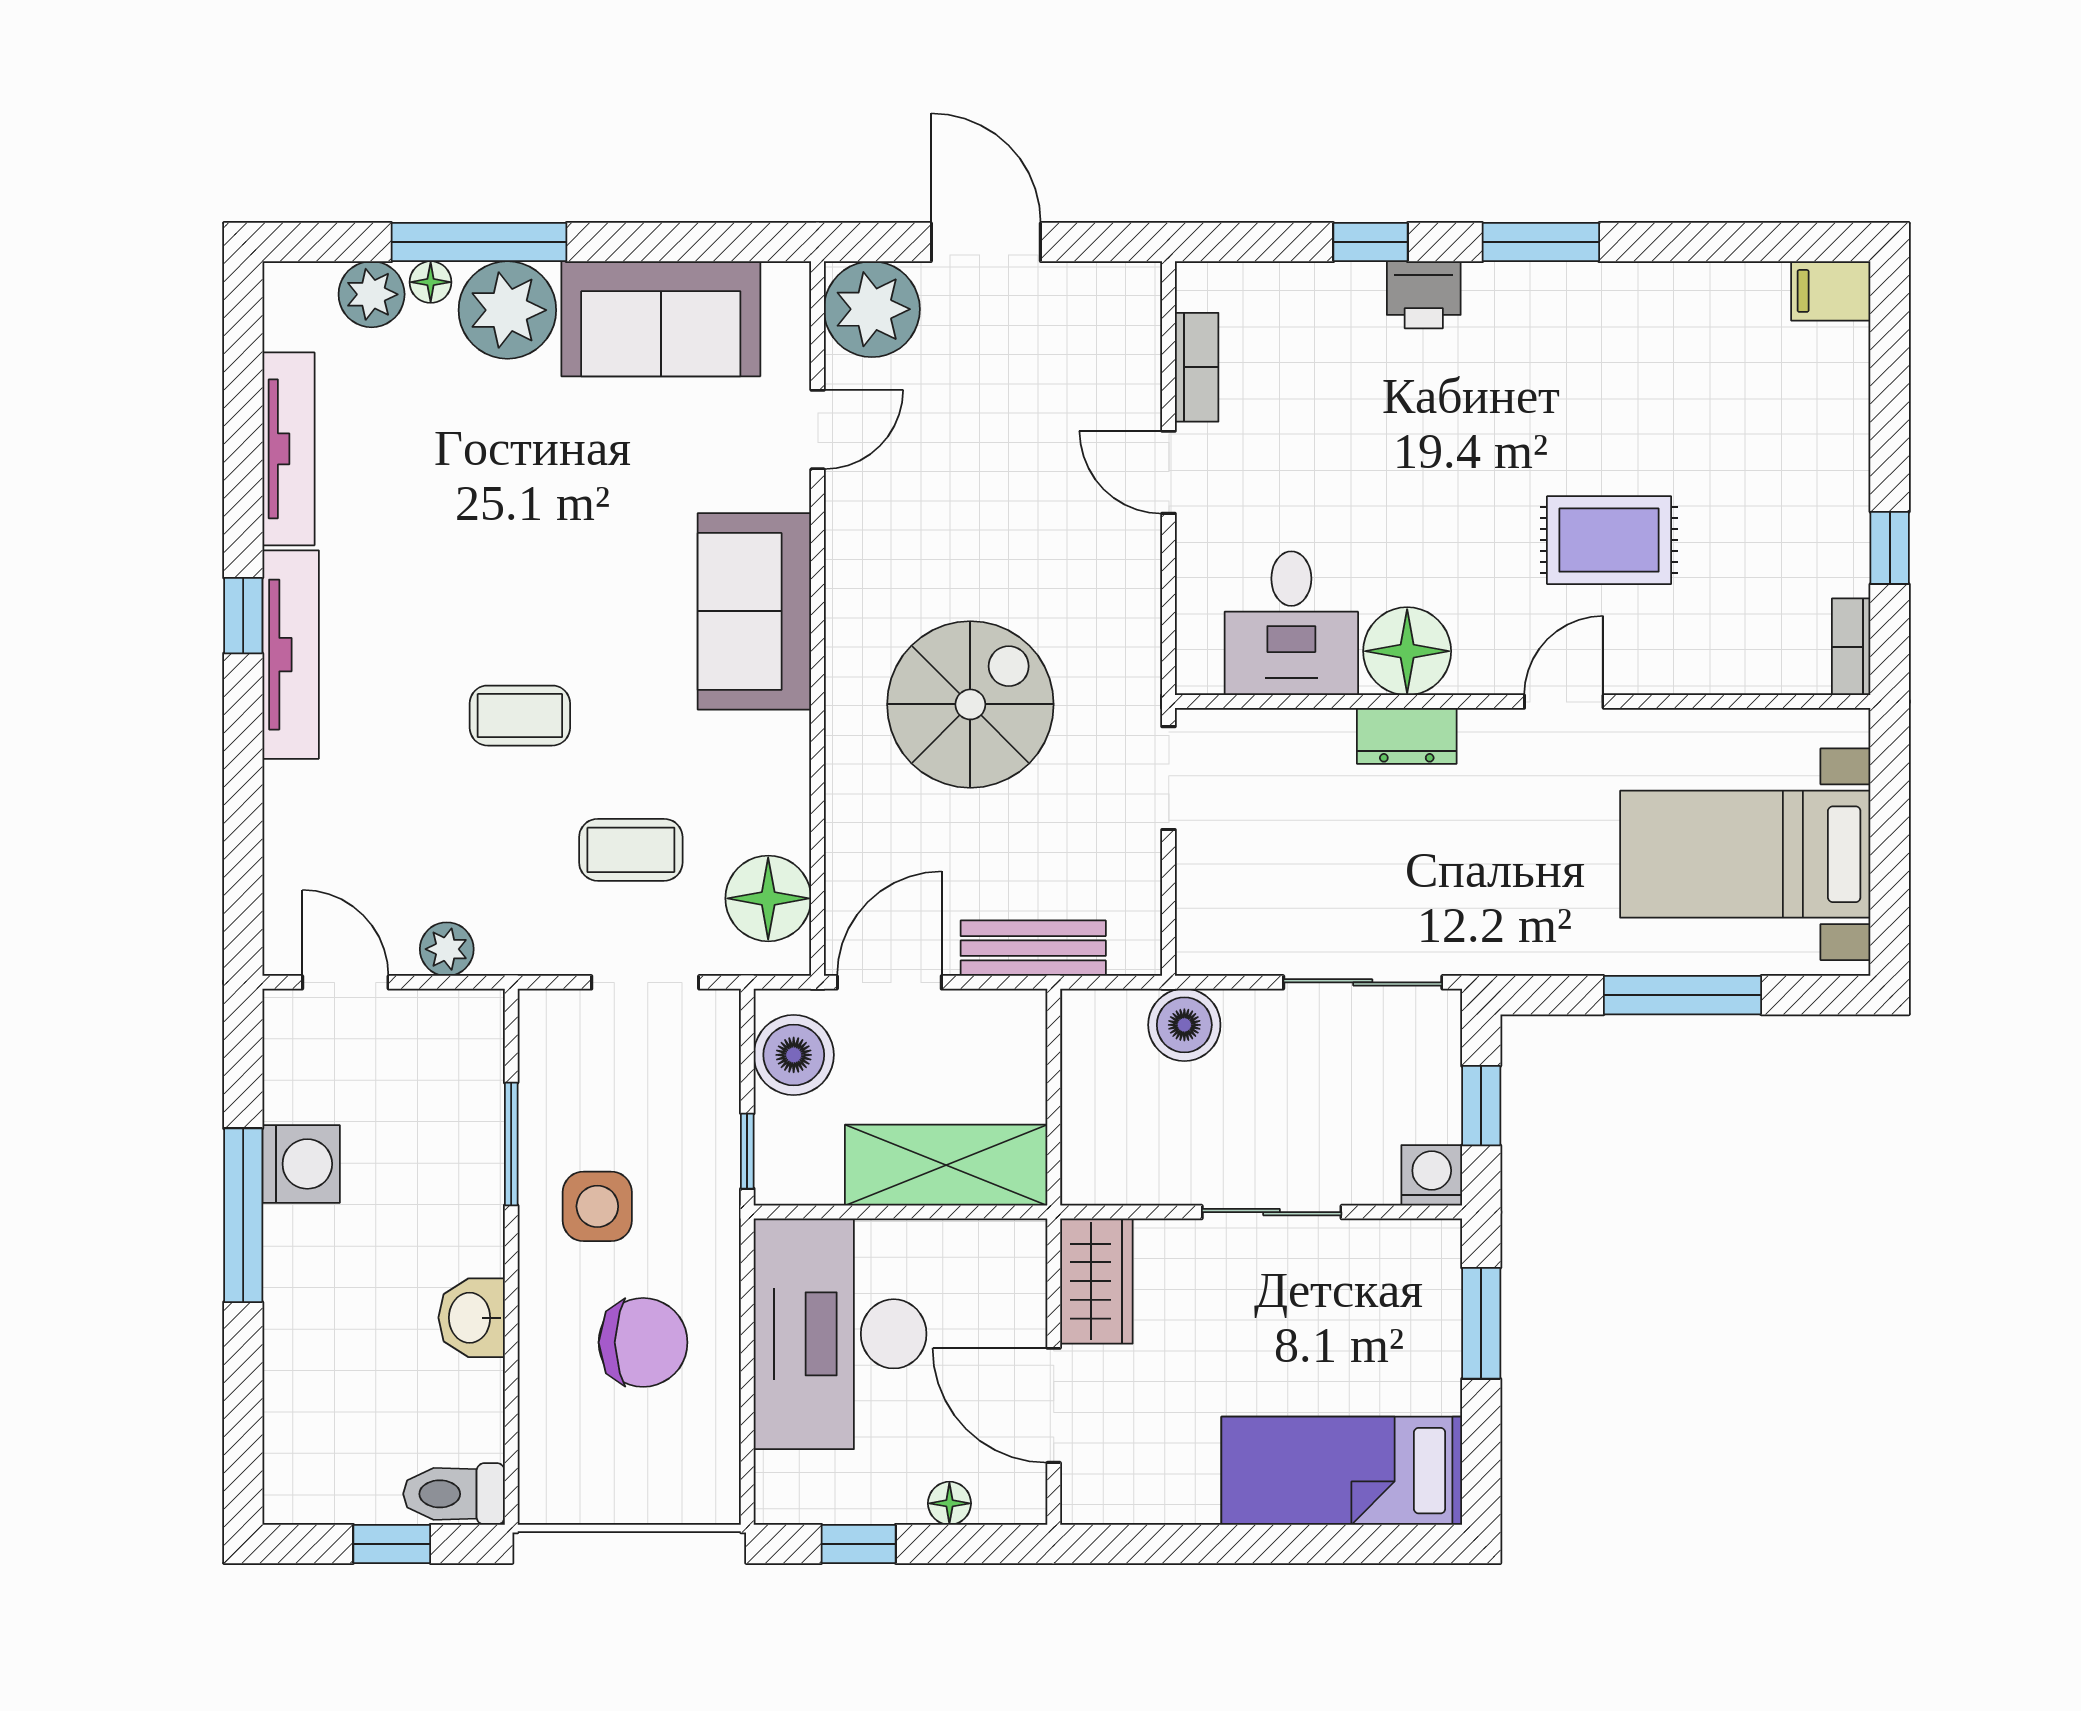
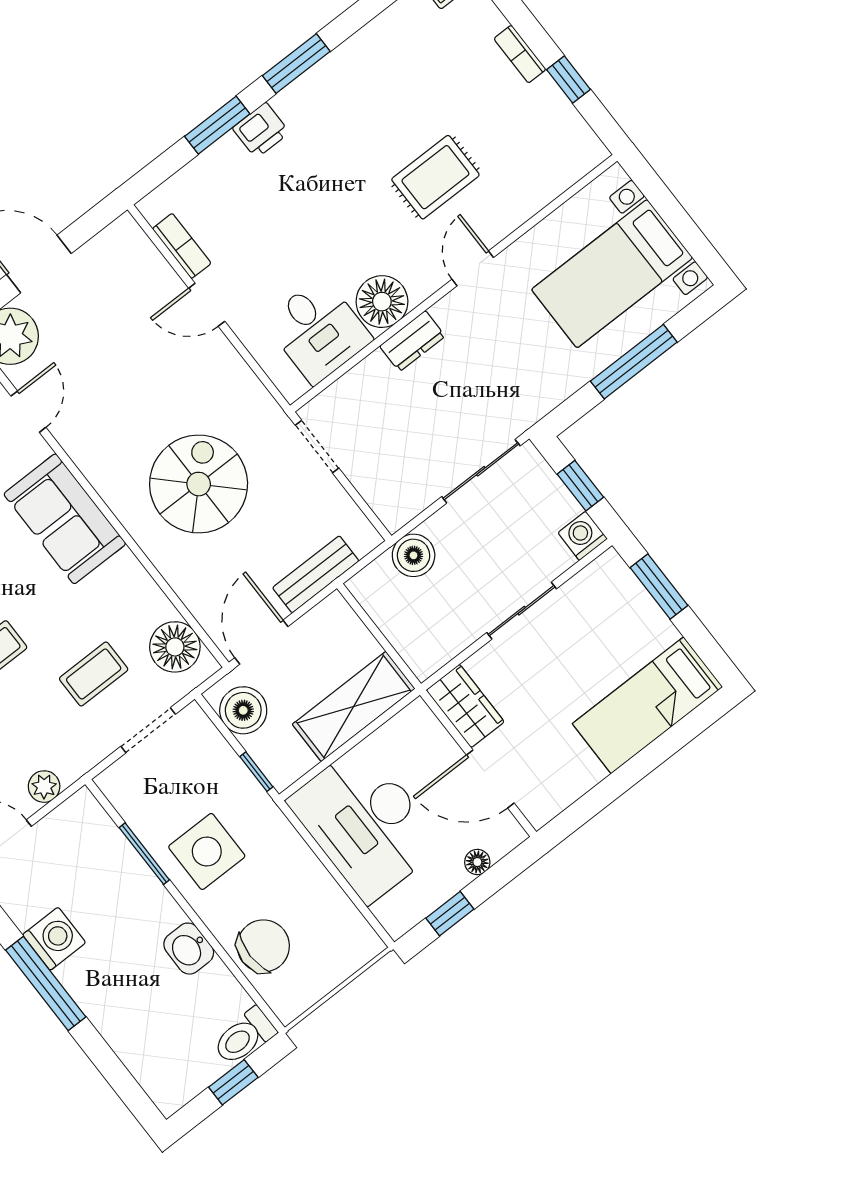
window: (1370, 242) -> (217, 125), width x1.50
bookcase: (1851, 647) -> (520, 54), moved
side table: (597, 1206) -> (207, 851), width x1.37, depth x1.37
chair: (643, 1342) -> (263, 946), moved

